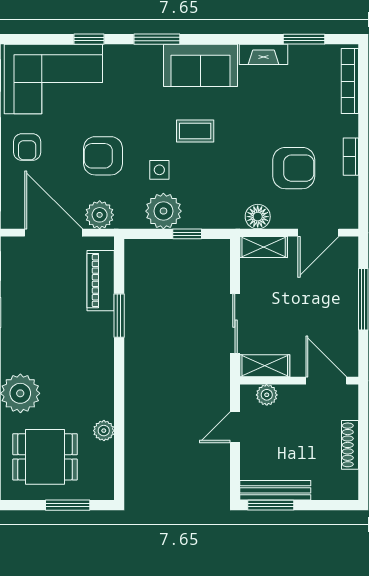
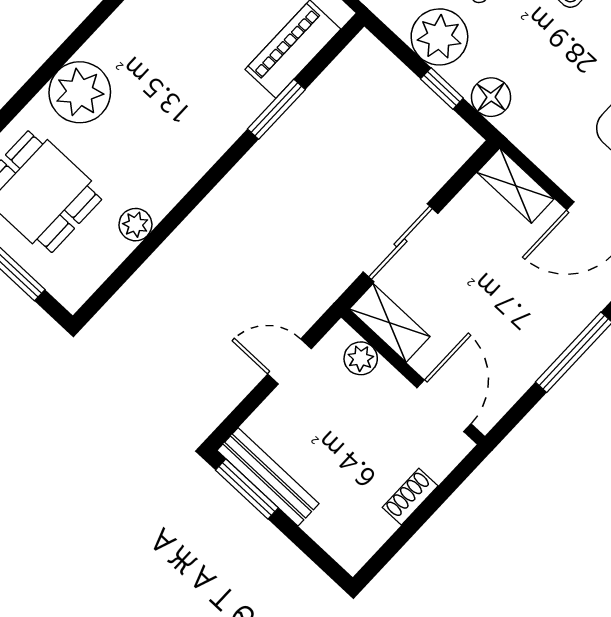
floor lamp: (258, 217) -> (491, 97), moved
shoe rack: (350, 445) -> (410, 497), width x0.70

